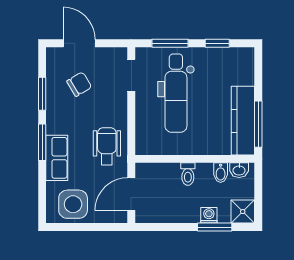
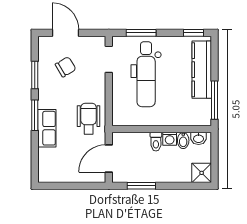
window: (217, 43) -> (193, 33), moved
kitchen counter: (243, 121) -> (202, 70), moved
side table: (73, 204) -> (60, 167), removed
washing machine: (209, 215) -> (170, 139), moved, turned 180
window: (215, 227) -> (141, 186), moved

